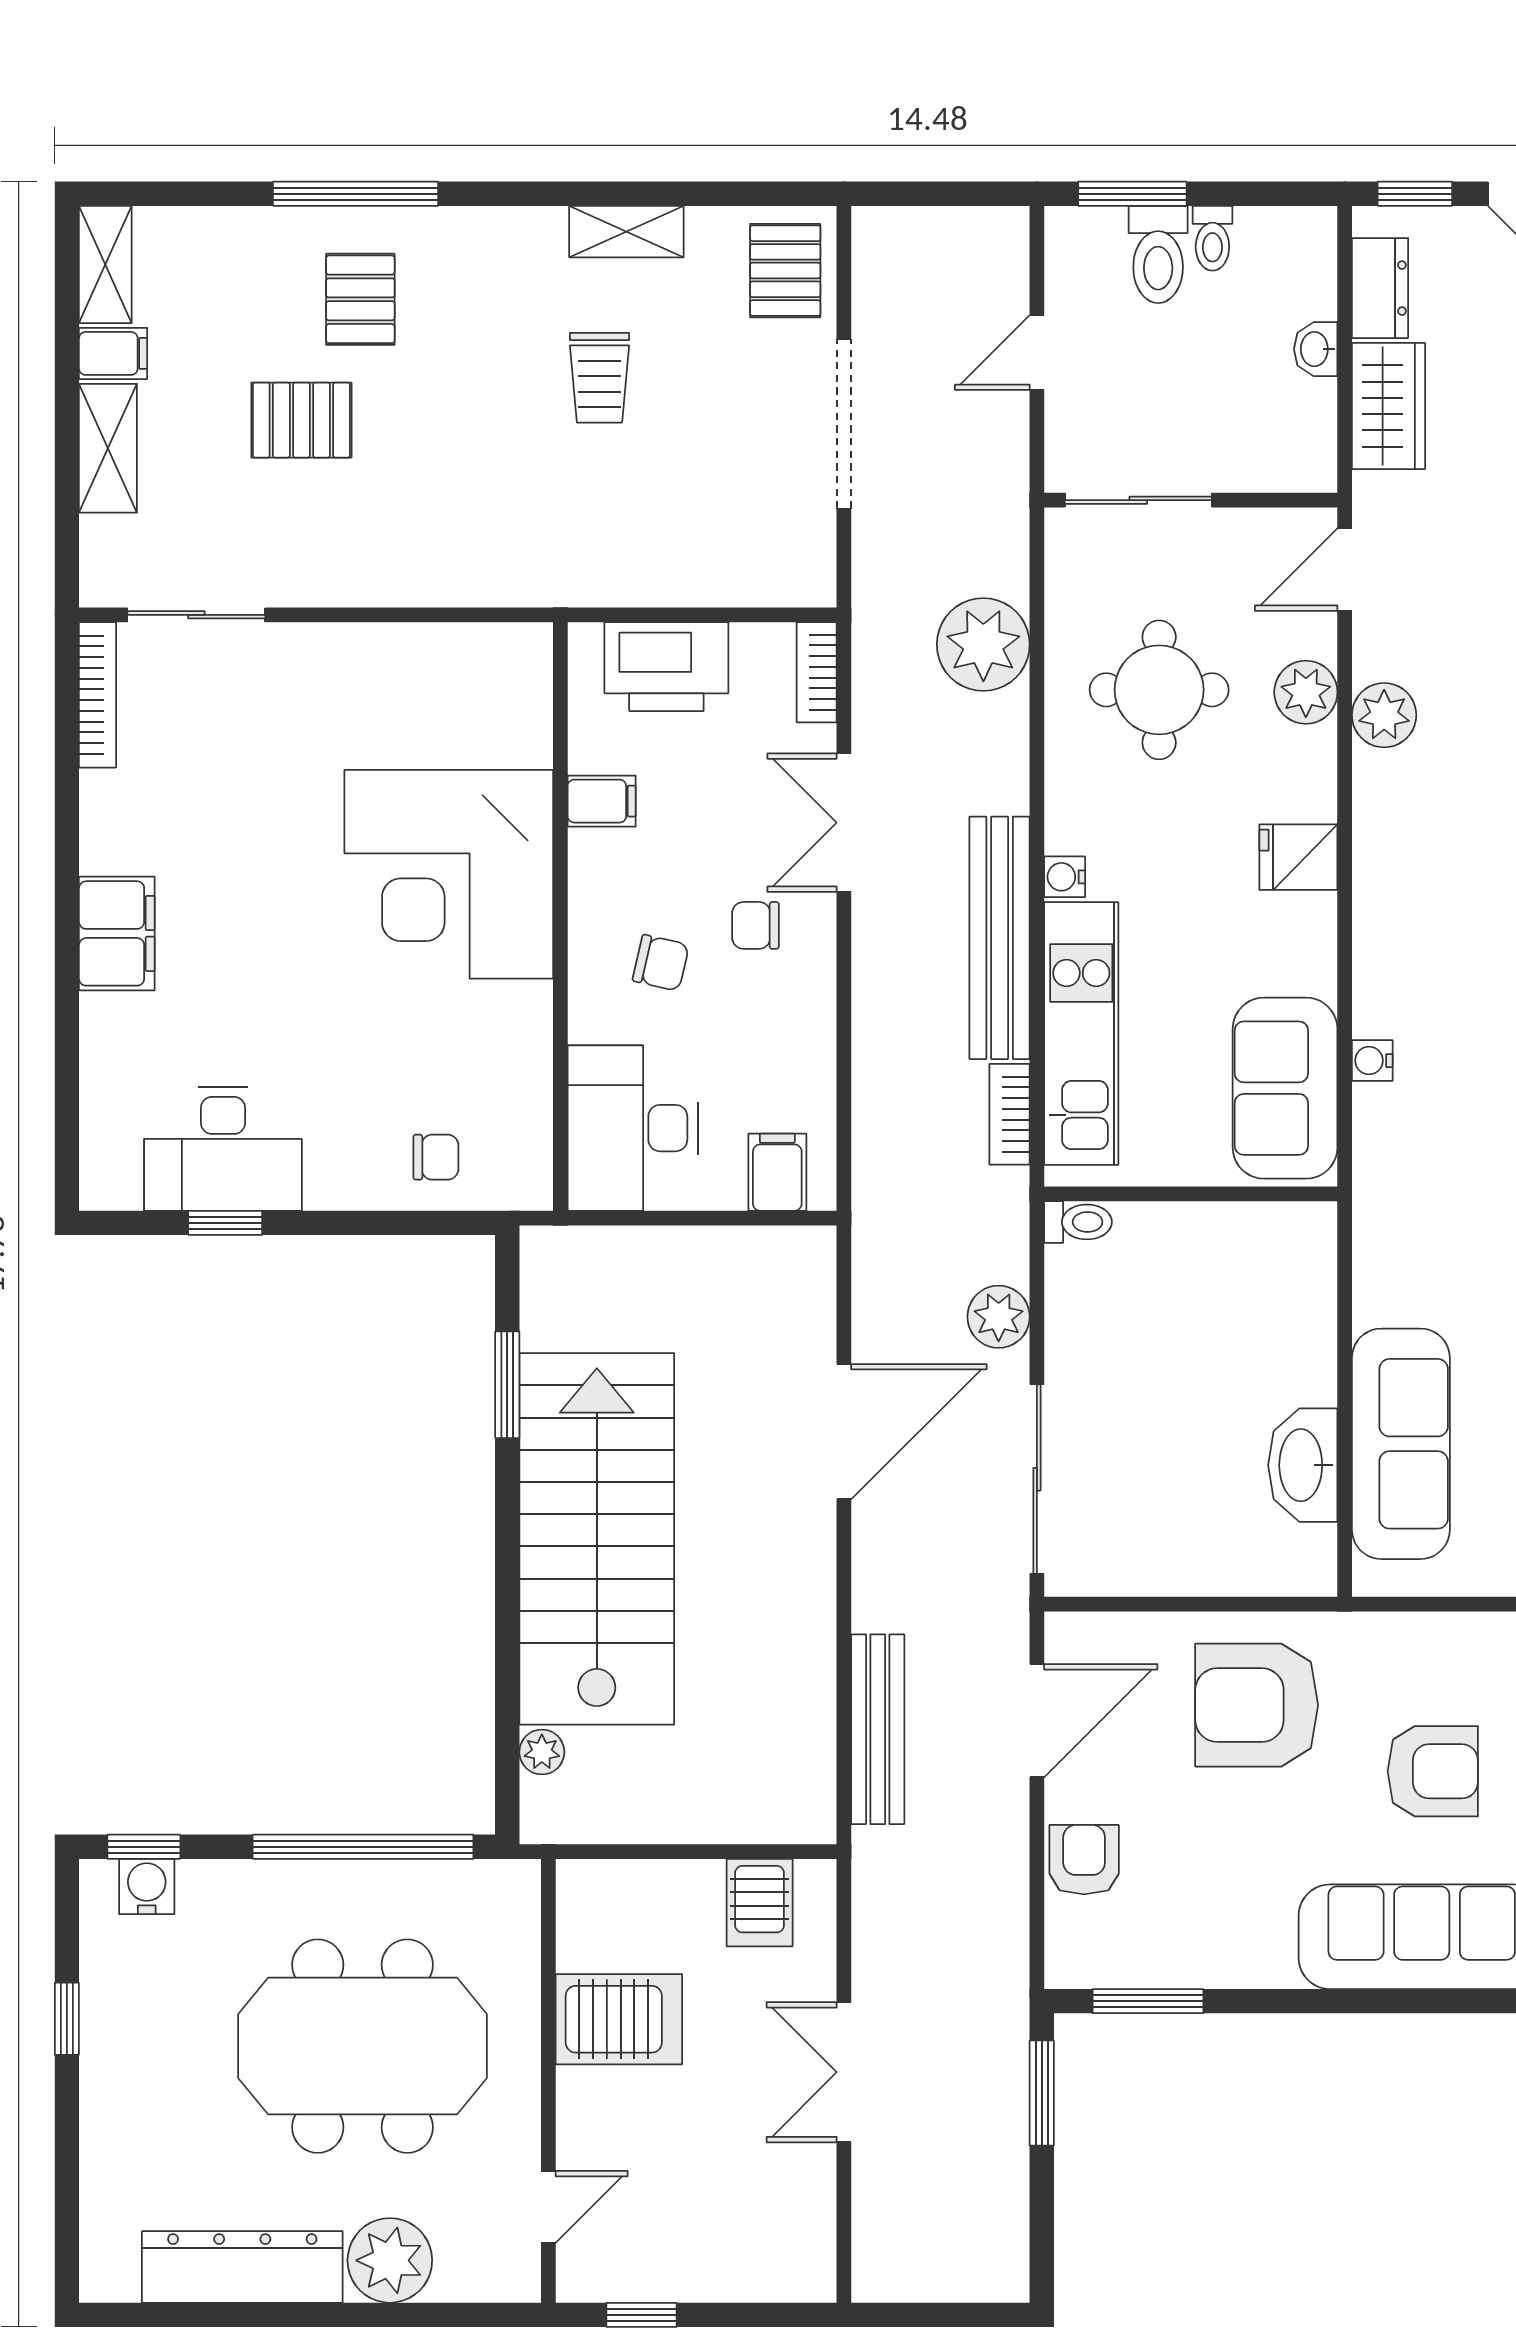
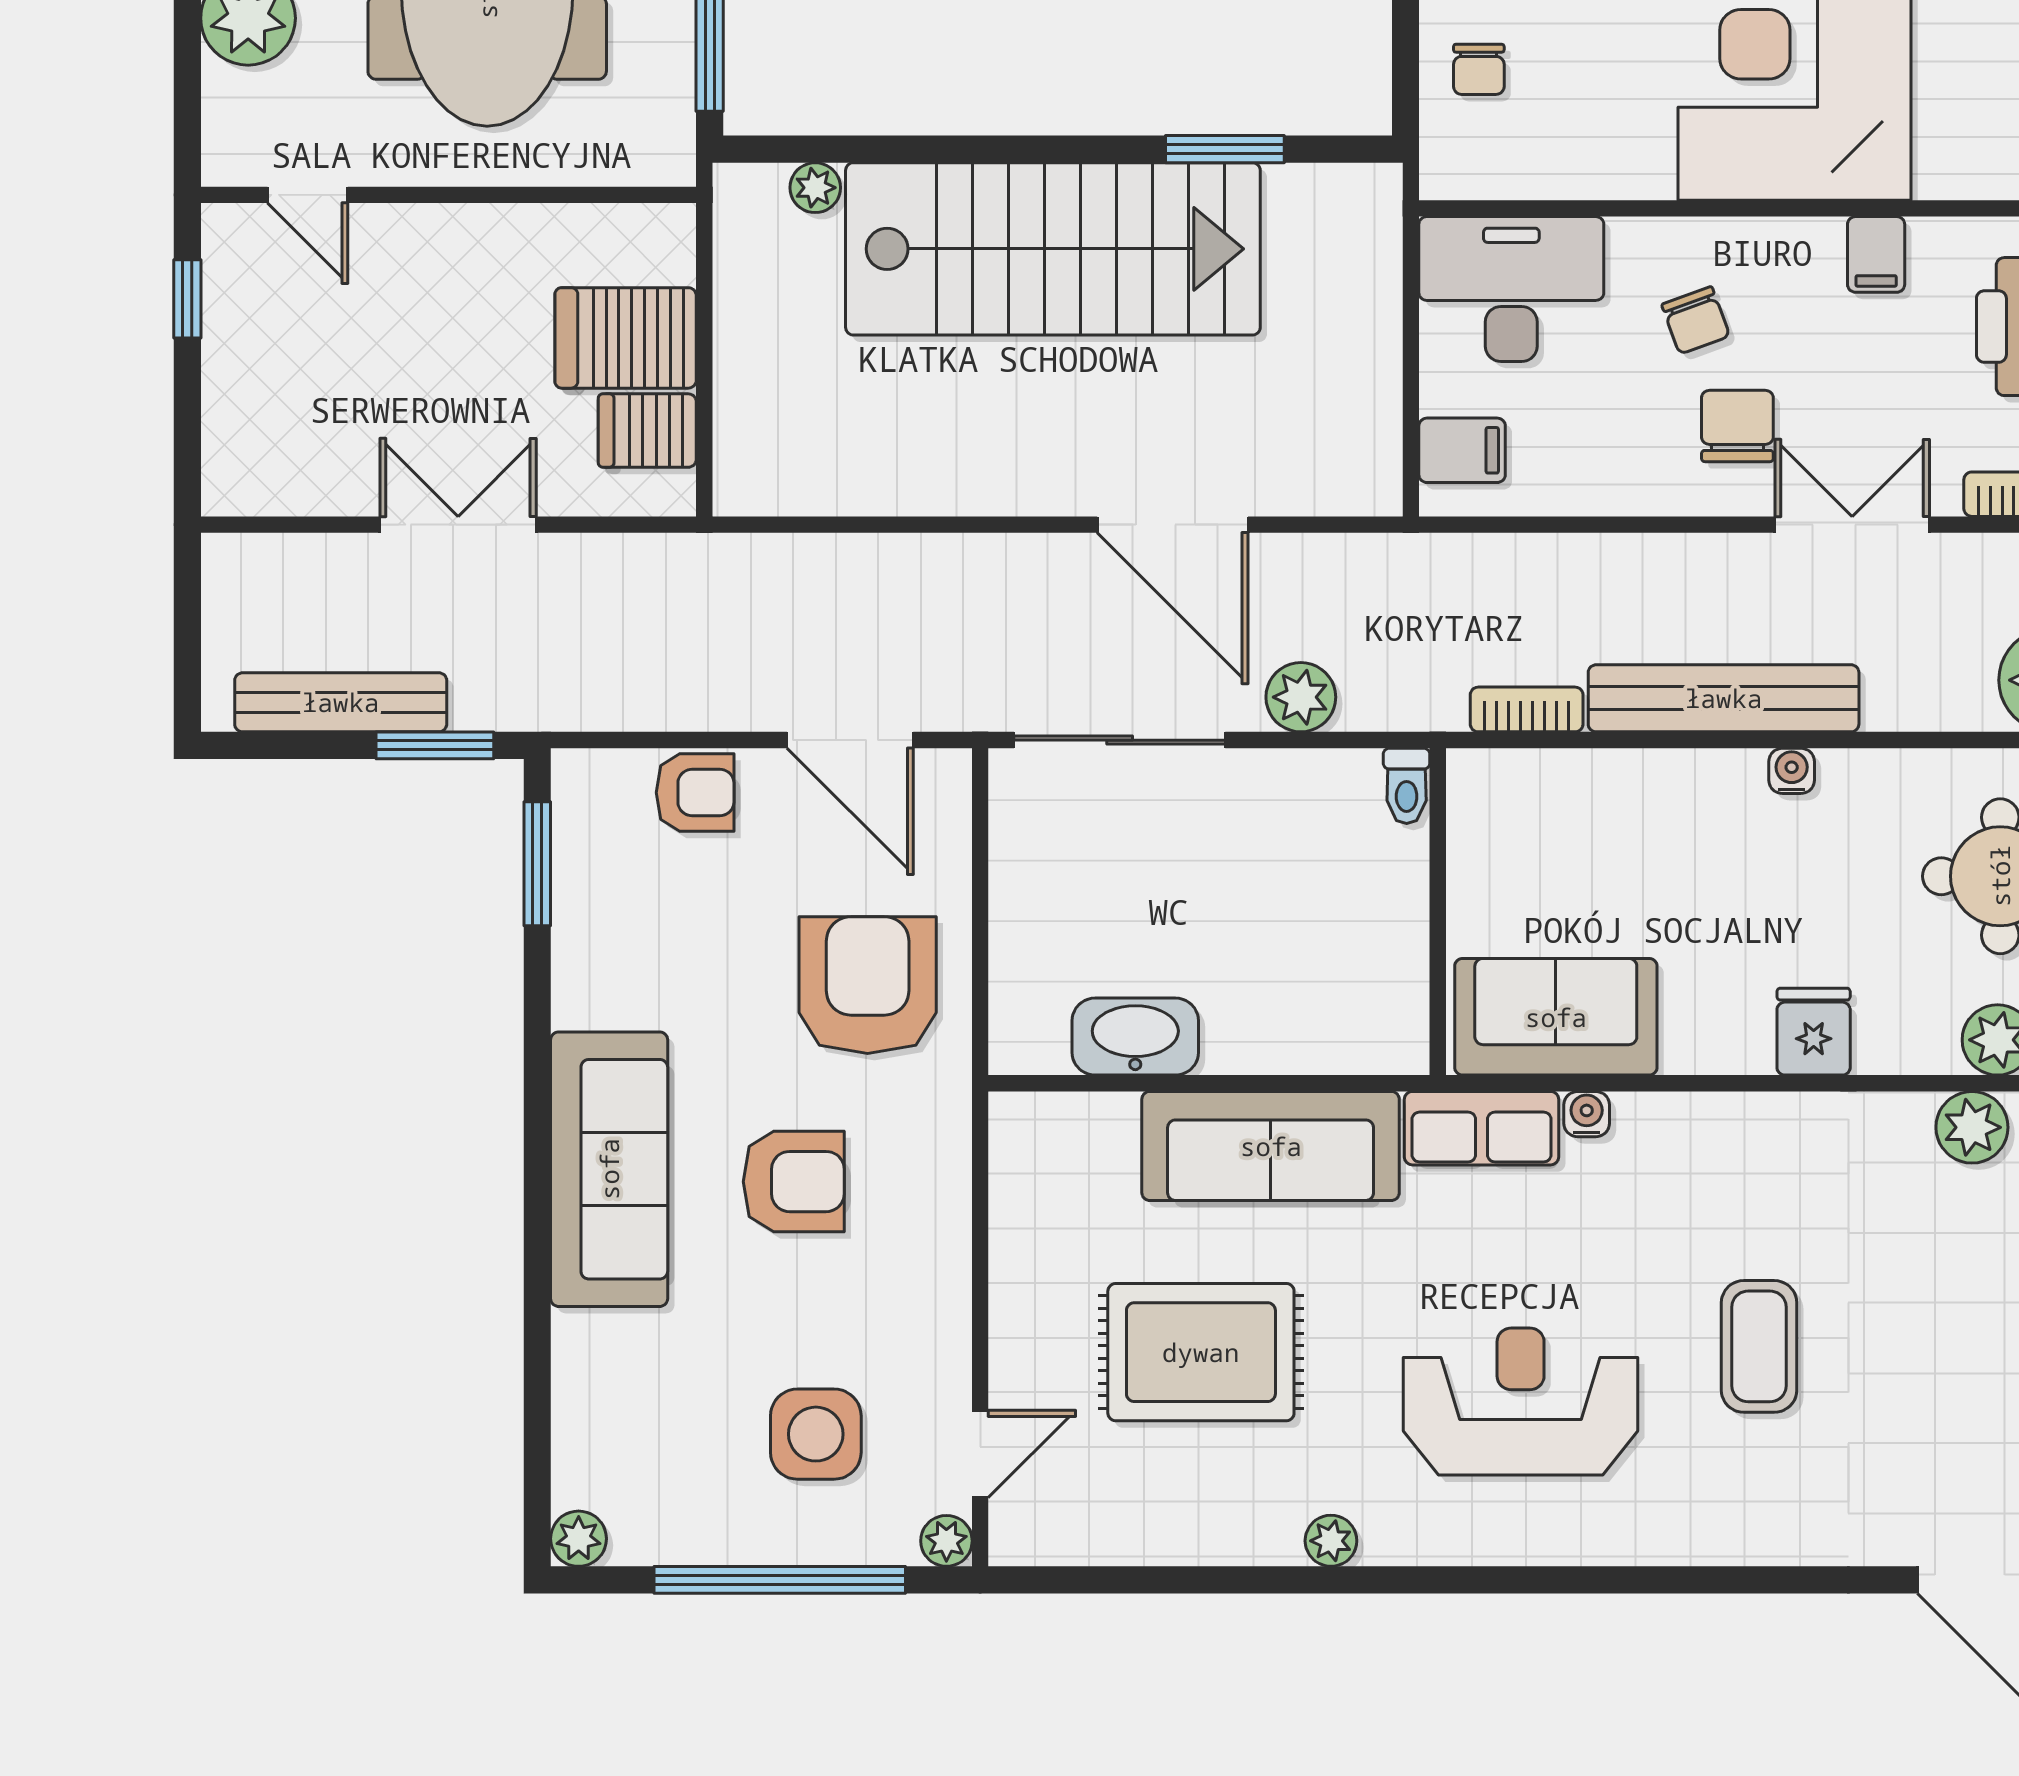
chair: (755, 925) -> (1737, 426), width x1.37, depth x1.37
chair: (661, 963) -> (1696, 320), turned -33
kitchen unit: (1081, 1034) -> (1617, 789), removed
row of seats: (1385, 1155) -> (1482, 1128), added
sofa: (1401, 1444) -> (1271, 1146), moved
bench: (878, 1729) -> (341, 702), moved
armchair: (1433, 1771) -> (794, 1182), turned -90
server rack: (619, 2019) -> (626, 338), moved, turned 90

